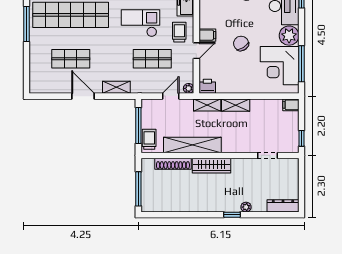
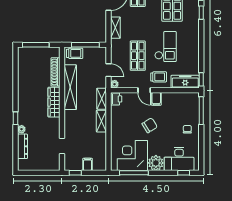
filing cabinet: (291, 105) -> (88, 164), moved
dresser: (283, 206) -> (22, 146), moved

